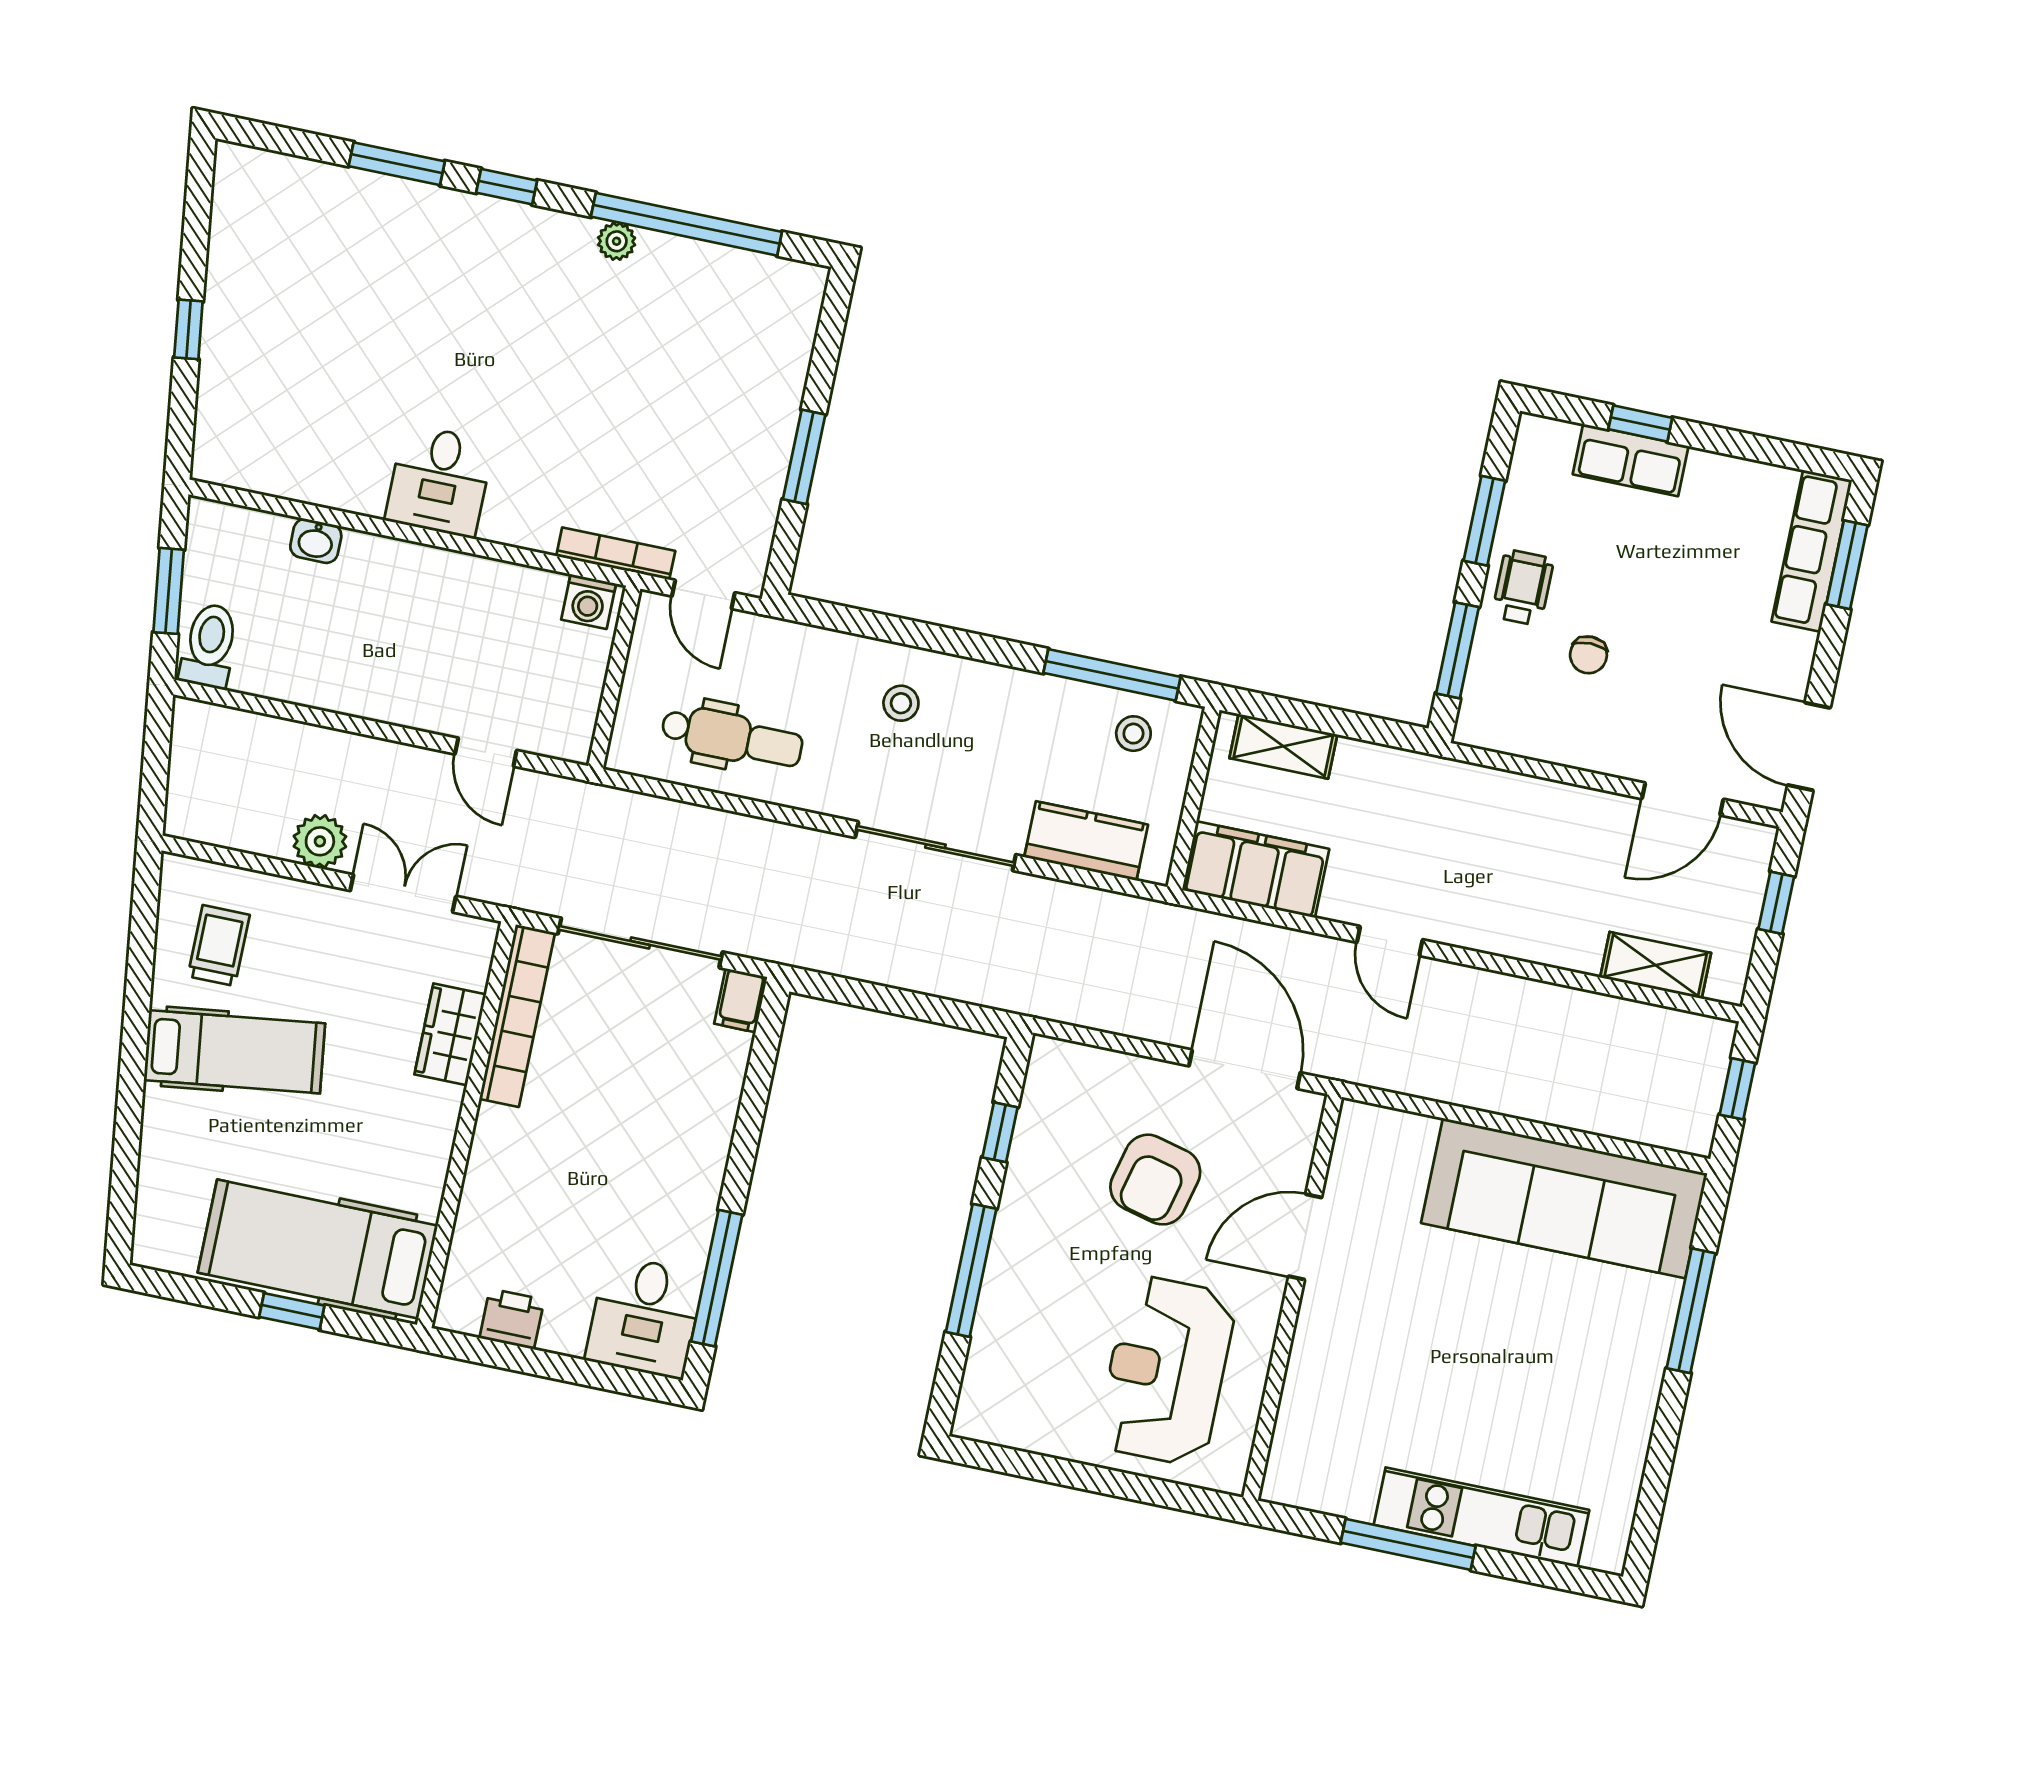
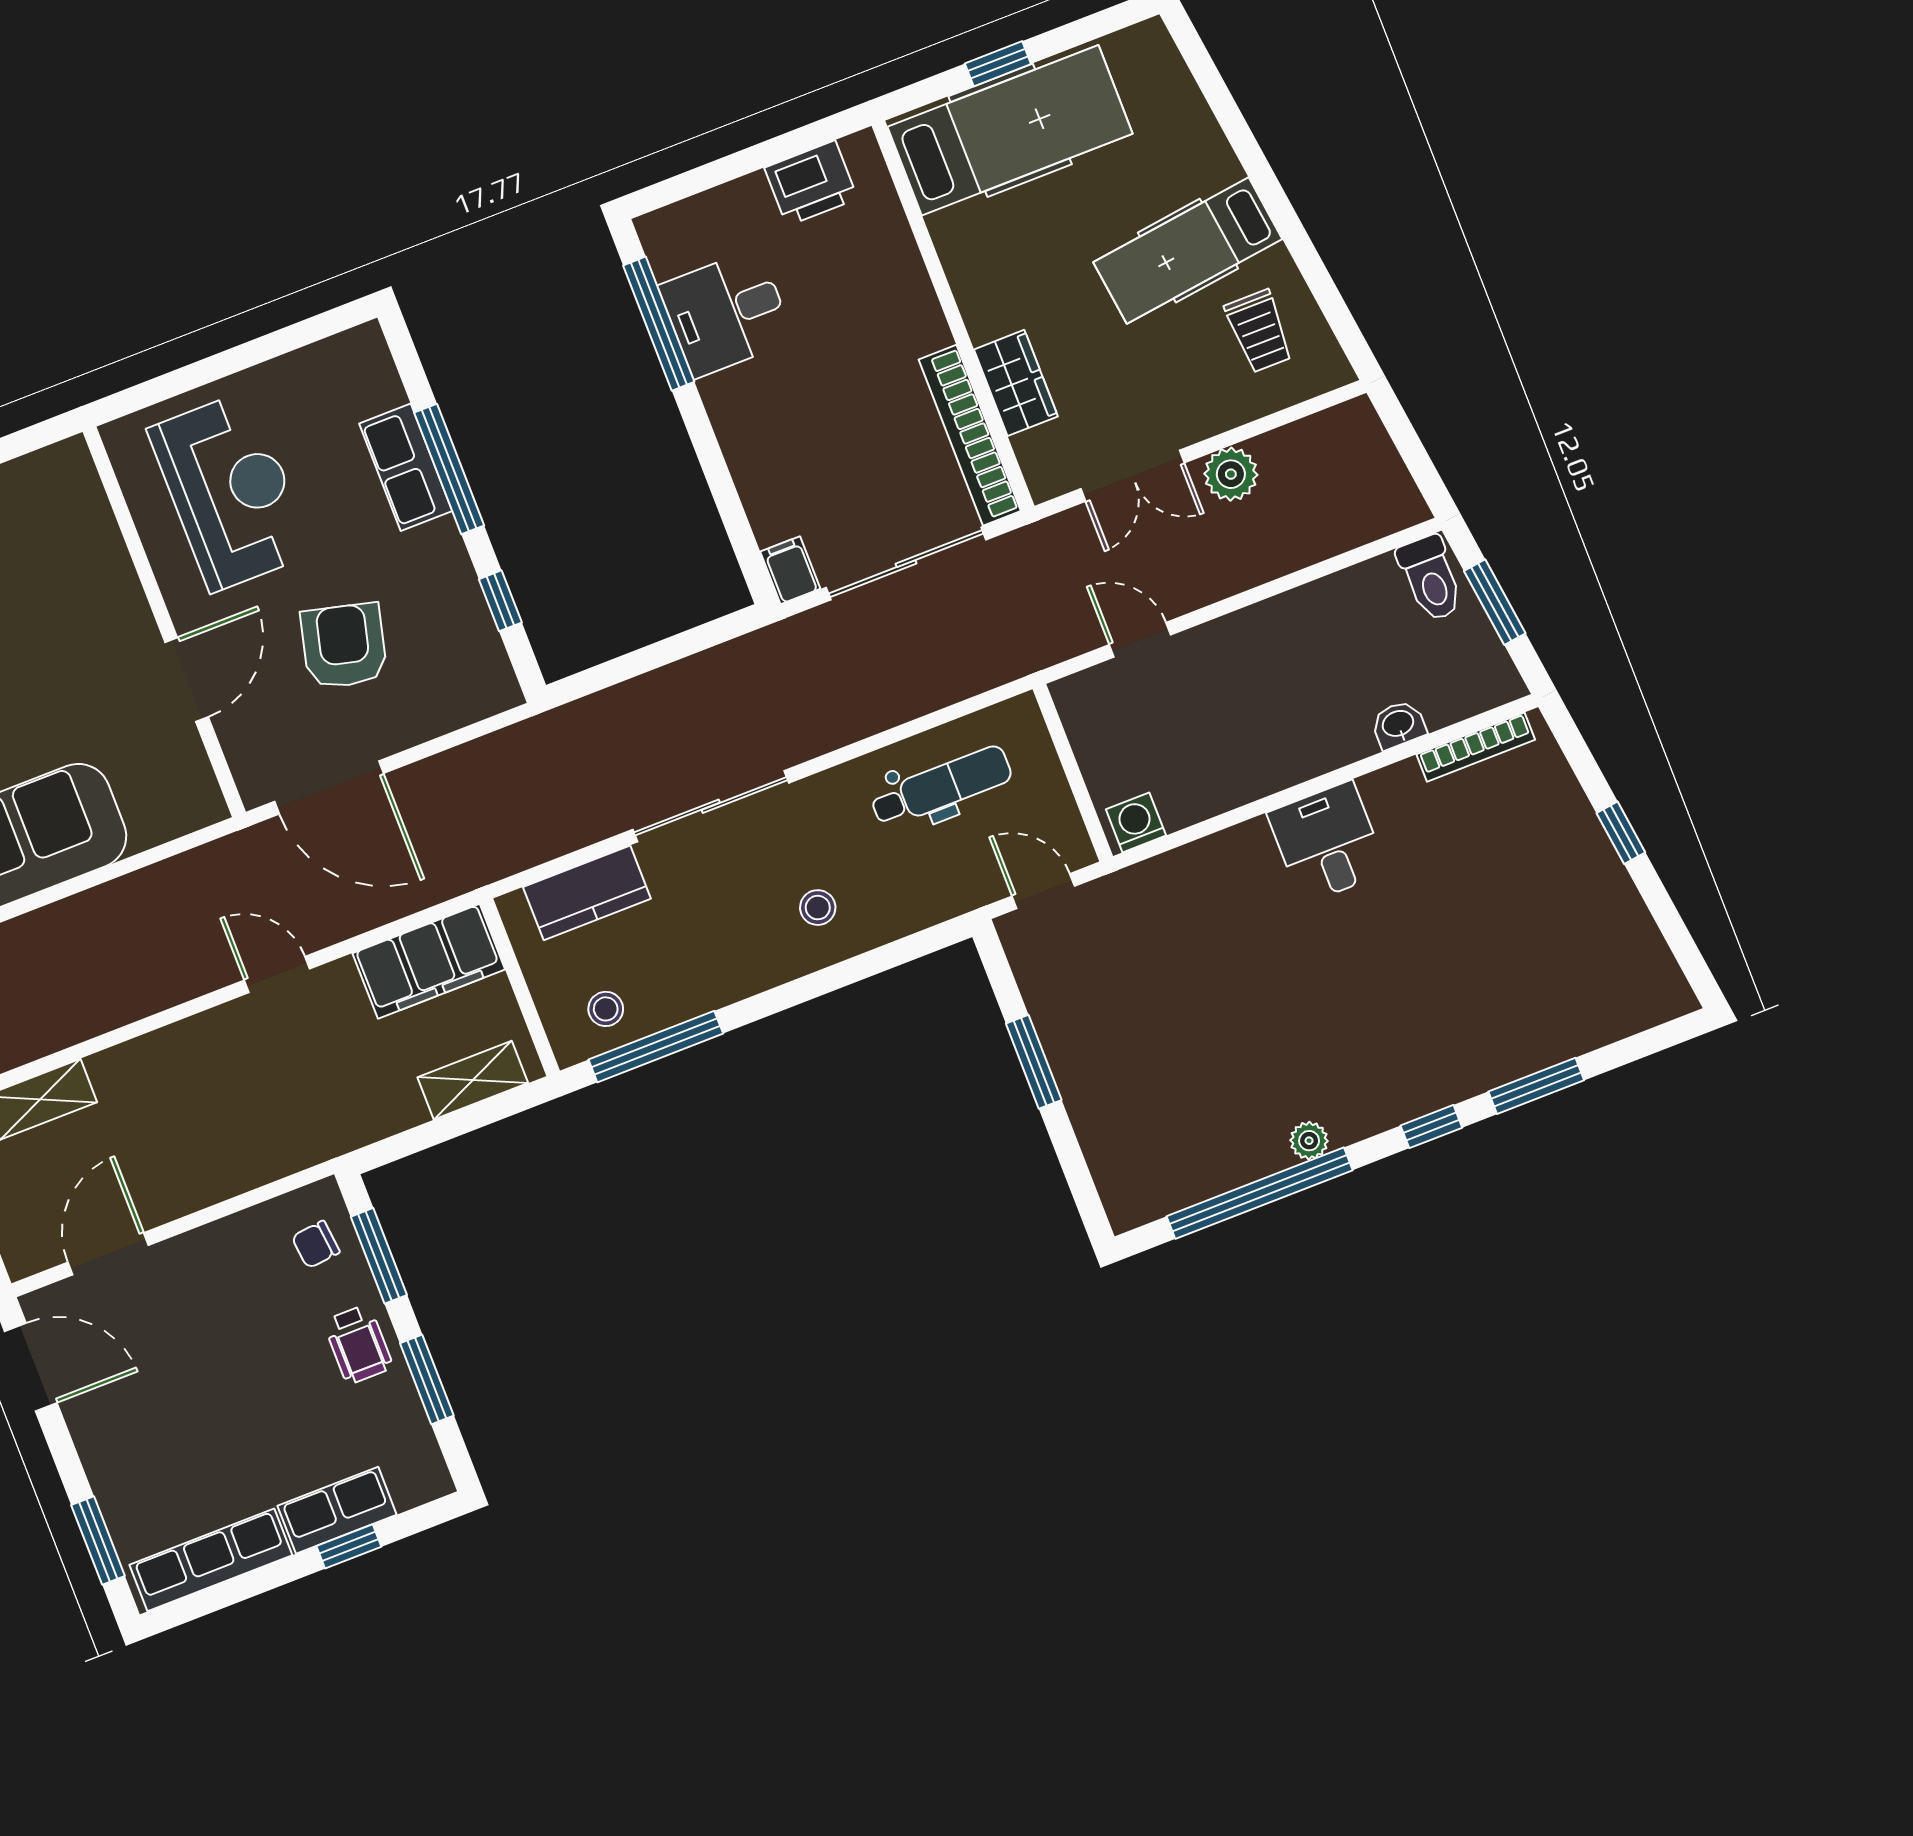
row of seats: (1812, 551) -> (211, 1560), moved, turned -90
bookcase: (616, 554) -> (1476, 747), moved
chair: (1588, 655) -> (316, 1244), moved, turned -96
dental chair: (732, 737) -> (941, 787), turned 180
row of seats: (1006, 1295) -> (406, 467), added
desk: (645, 1317) -> (726, 313), moved, turned -90
printer: (512, 1319) -> (811, 183), width x1.36, depth x1.24

